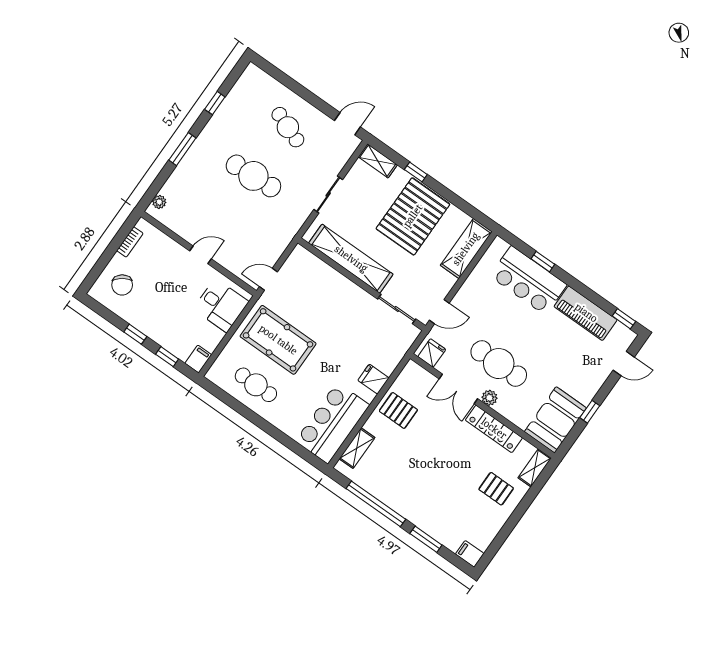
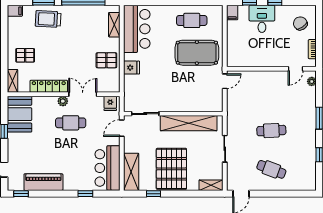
window: (416, 172) -> (153, 194), moved
cafe table: (253, 176) -> (271, 131), width x0.73, depth x0.74
door: (201, 255) -> (296, 69), moved
bar counter: (528, 280) -> (107, 168), moved, turned -90
desk: (221, 305) -> (262, 19), moved, turned 90
cafe table: (499, 364) -> (71, 123), width x0.73, depth x0.74
trolley: (435, 514) -> (48, 19), added

